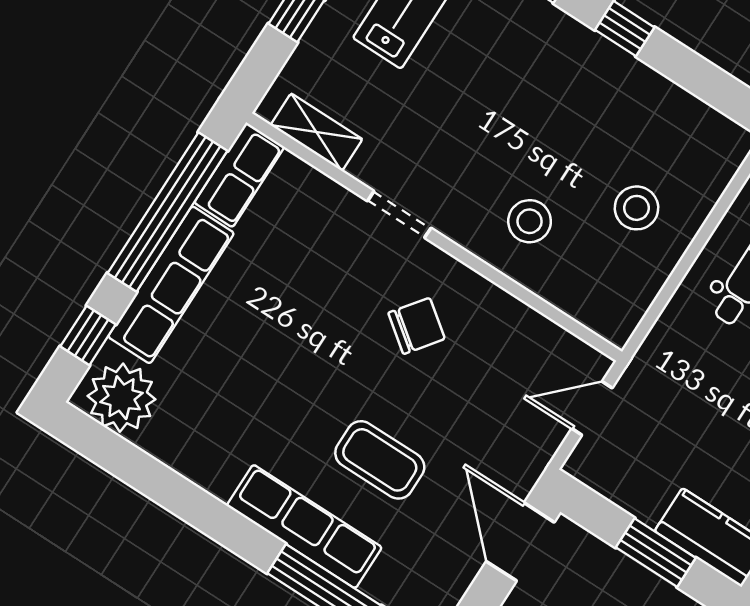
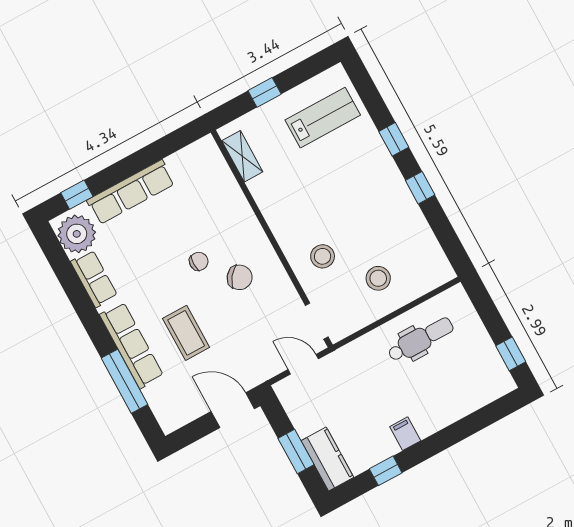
row of seats: (239, 175) -> (94, 279), moved, turned -90
window: (167, 212) -> (148, 156), removed
doorway: (399, 214) -> (317, 321), moved
chair: (338, 336) -> (199, 261), added
door: (520, 542) -> (233, 410), hinge flipped

